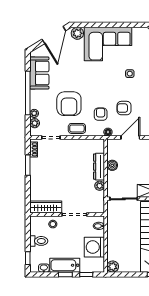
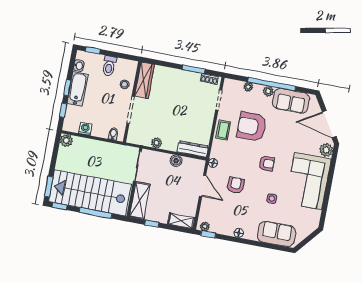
armchair: (101, 114) -> (267, 163), moved
plant: (35, 123) -> (268, 91), moved
dresser: (99, 167) -> (193, 149), moved
washing machine: (94, 247) -> (85, 129), width x0.53, depth x0.53

